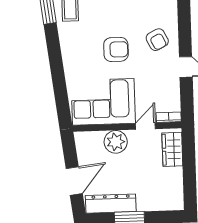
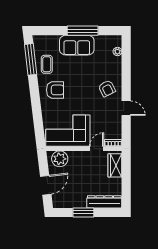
armchair: (116, 49) -> (55, 90), moved
plant: (116, 142) -> (60, 159), moved
dresser: (111, 204) -> (104, 202), moved

